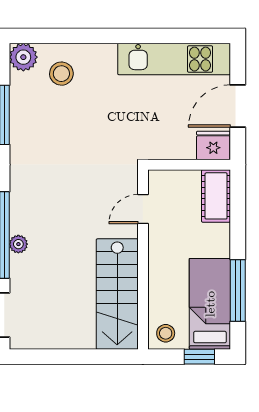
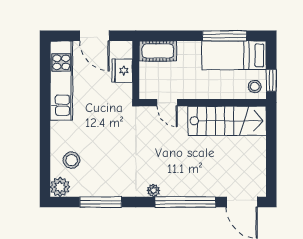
fridge: (213, 145) -> (122, 71), moved
plant: (18, 244) -> (153, 190), moved
window: (199, 357) -> (271, 80), moved

